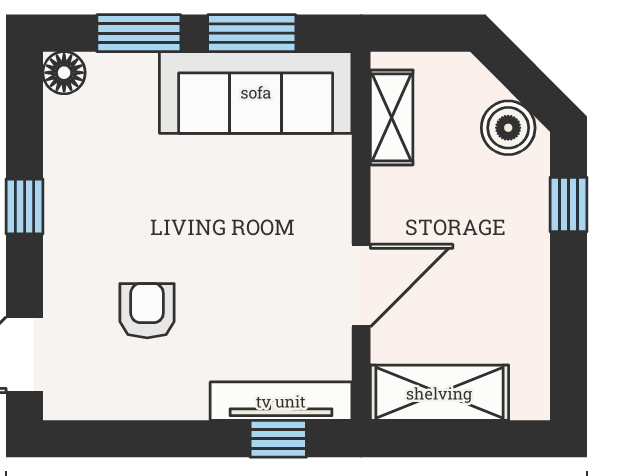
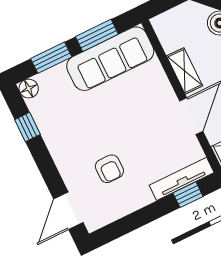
shelving: (392, 117) -> (185, 71), moved
window: (25, 207) -> (28, 127), moved
armchair: (147, 311) -> (109, 169), turned 180

